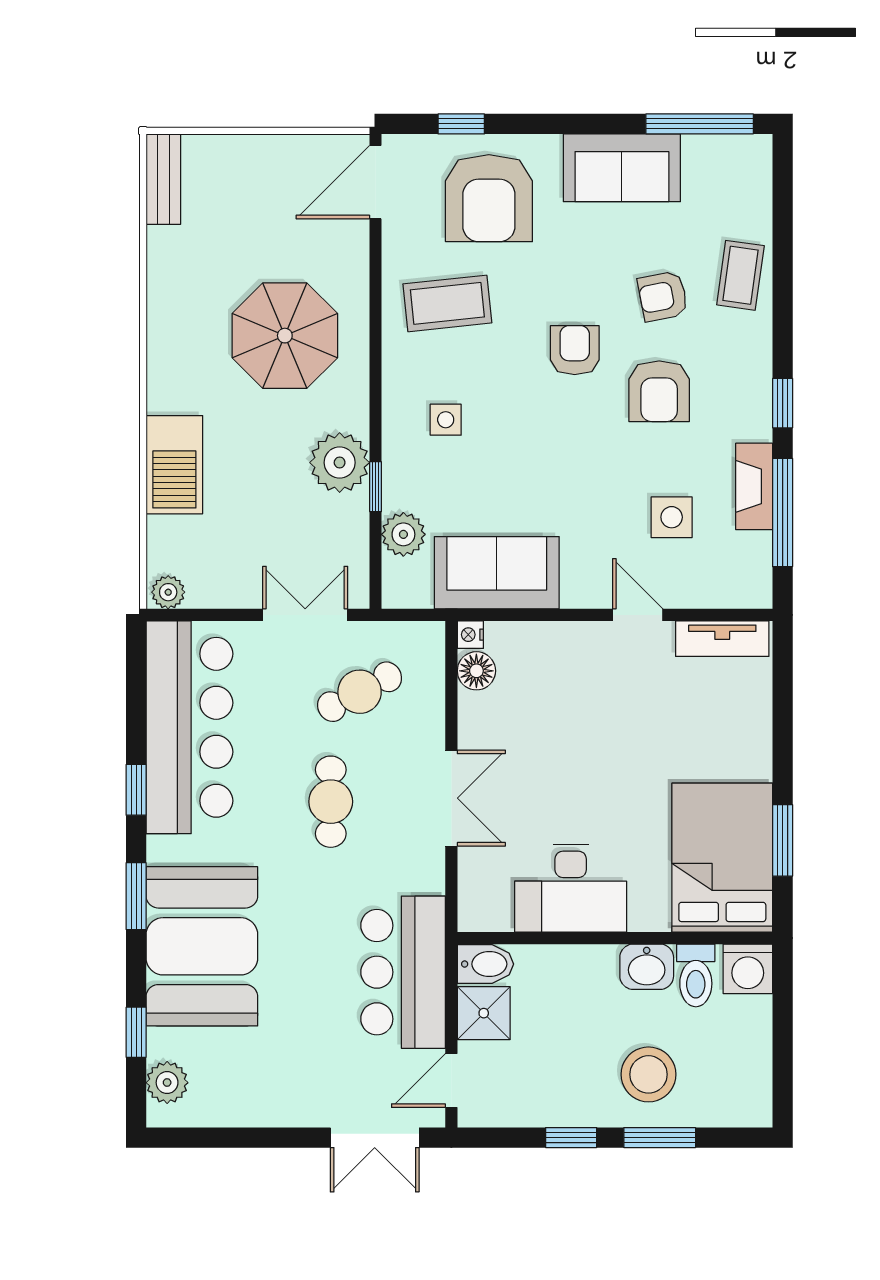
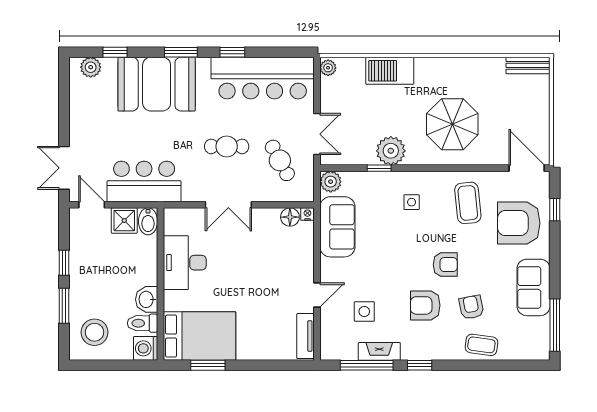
plant: (403, 534) -> (331, 182), moved
stool: (648, 1074) -> (95, 332), moved

